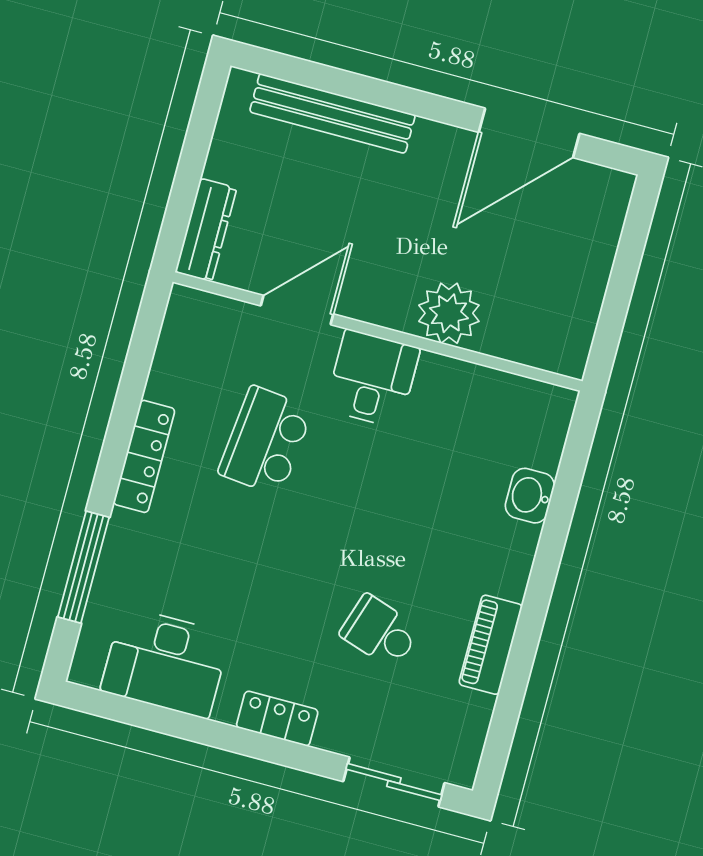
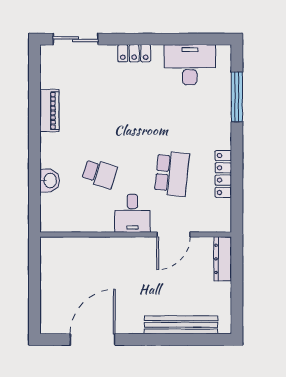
plant: (449, 313) -> (107, 251), removed
locker: (144, 456) -> (223, 174), moved
school desk: (380, 632) -> (99, 174), moved

